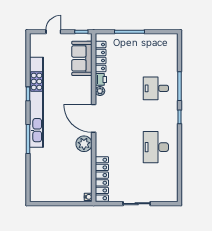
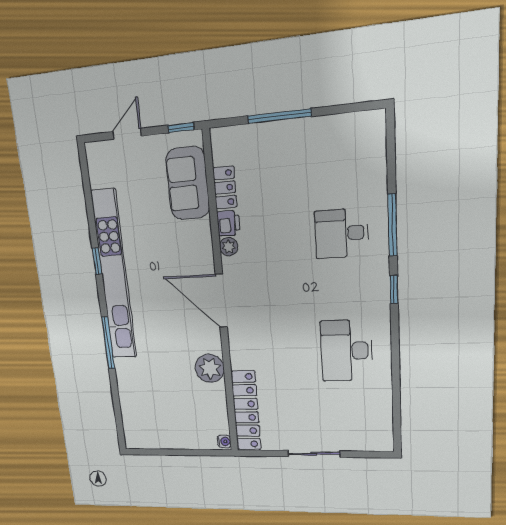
locker: (101, 57) -> (225, 188), width x0.66
plant: (84, 144) -> (210, 368), moved

